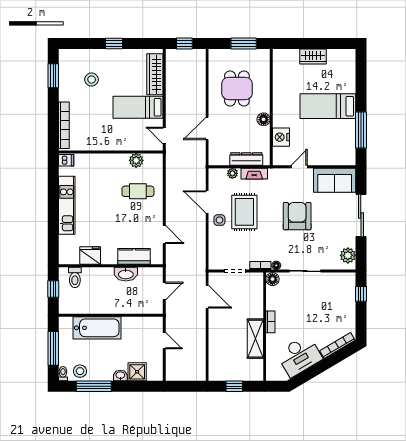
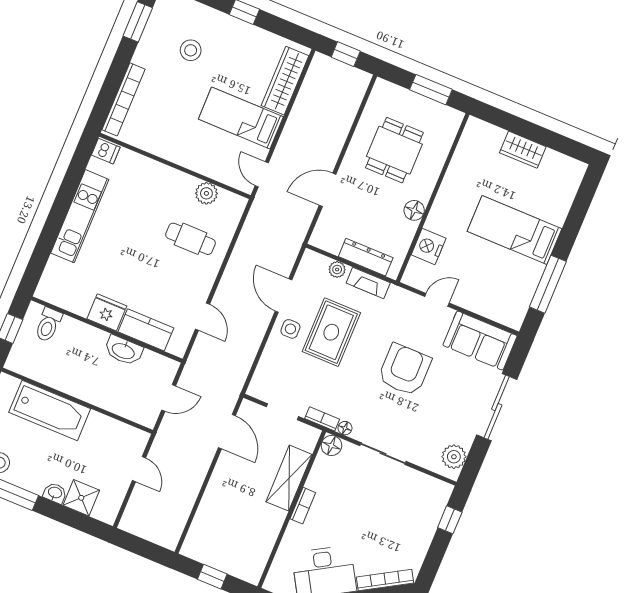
fridge: (90, 256) -> (107, 312), moved
shelving: (255, 339) -> (289, 478), moved

